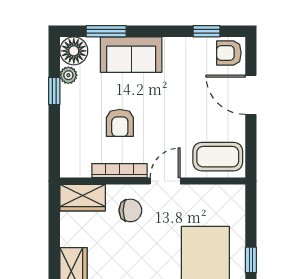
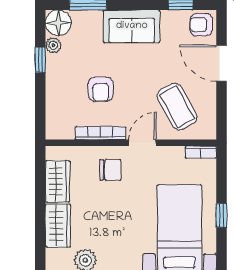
sofa: (131, 55) -> (132, 26), moved
coffee table: (218, 157) -> (177, 107), moved, turned 61
bookcase: (228, 191) -> (201, 152), added
wardrobe: (83, 198) -> (58, 181), moved, turned -90

